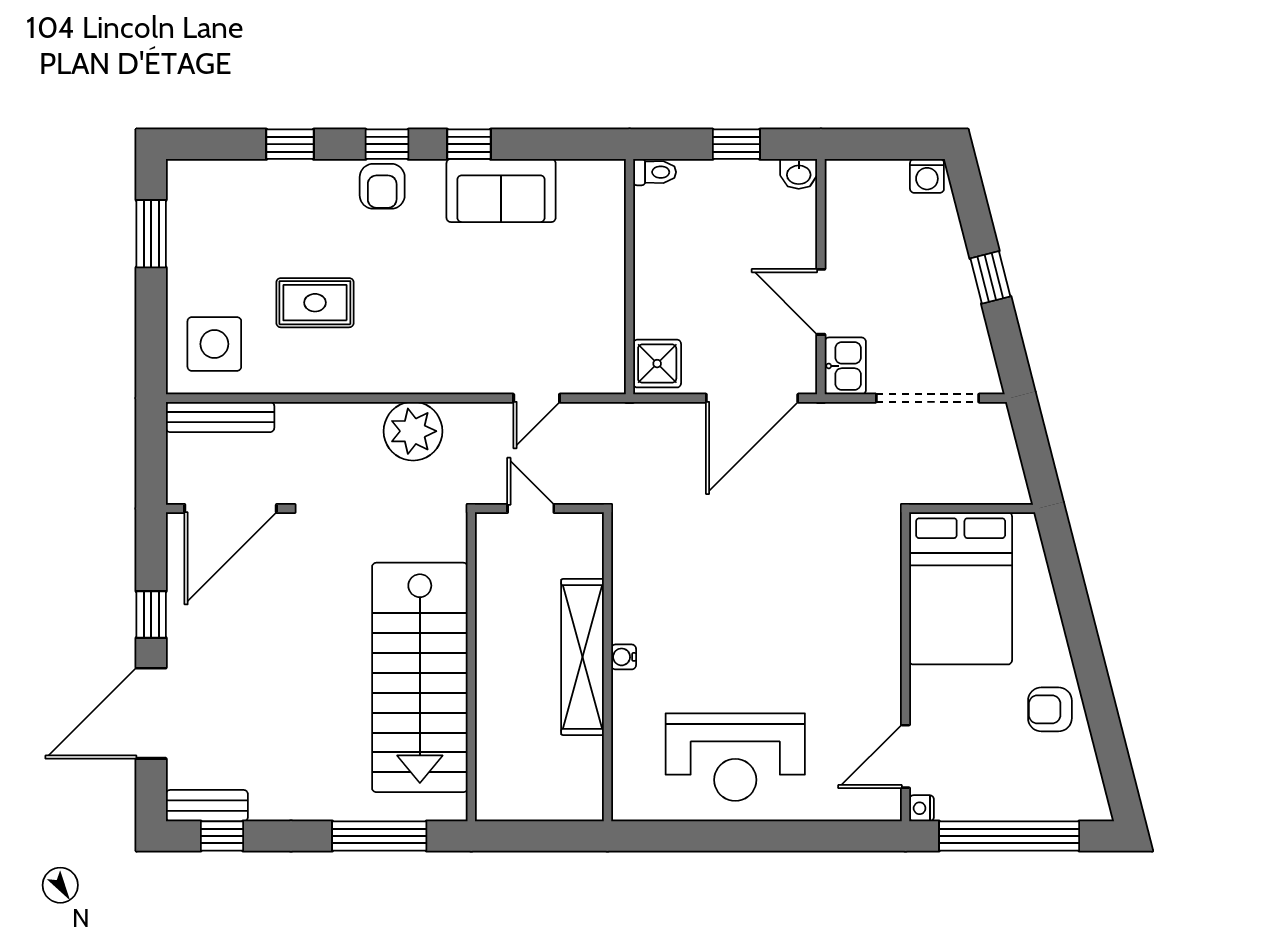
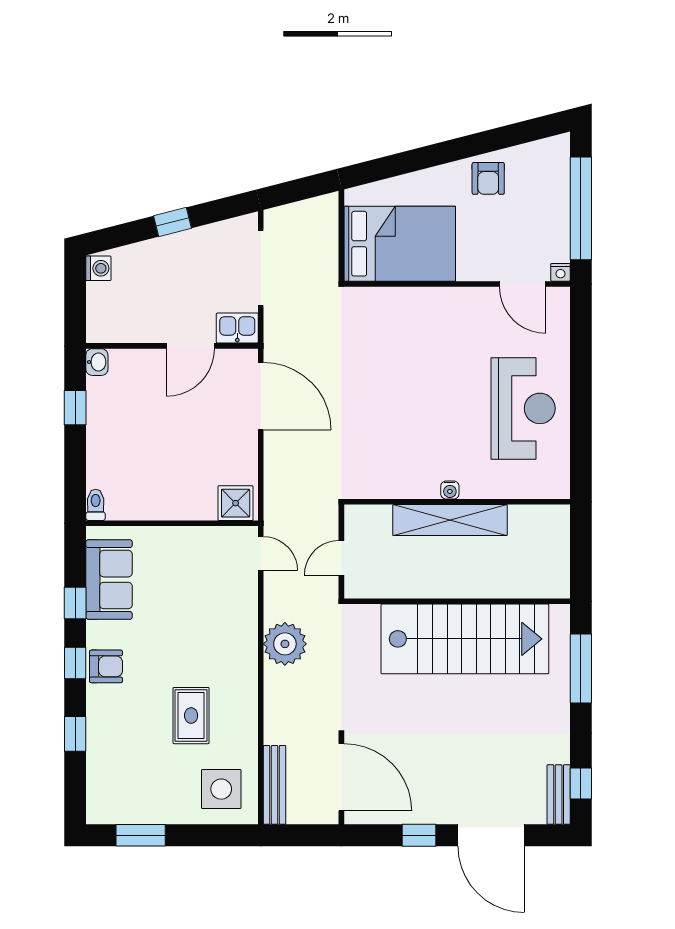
toilet: (655, 172) -> (96, 505), moved
wall: (630, 277) -> (172, 523), moved
shower: (657, 364) -> (236, 503), moved

